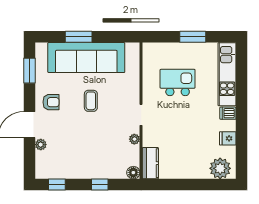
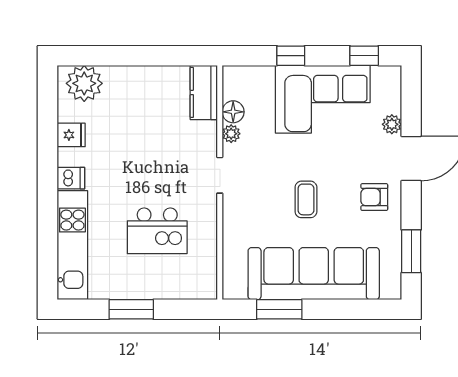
window: (79, 37) -> (279, 309), moved
corner sofa: (81, 159) -> (323, 99), added
floor lamp: (133, 173) -> (233, 112), moved

